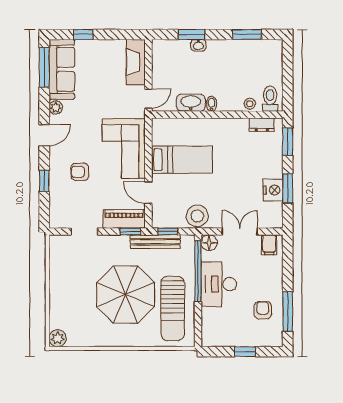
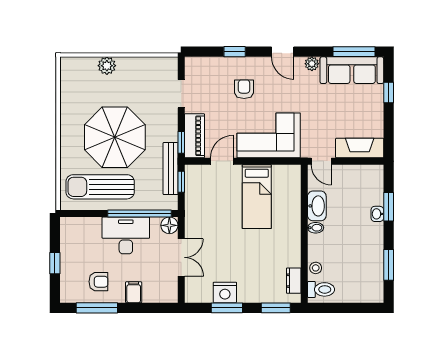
stool: (197, 216) -> (198, 213), removed
filing cabinet: (269, 245) -> (134, 292), moved, turned 90
plant: (58, 338) -> (107, 66), moved

